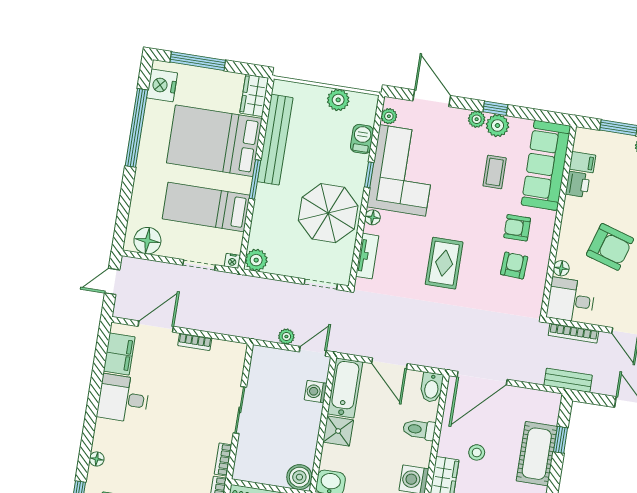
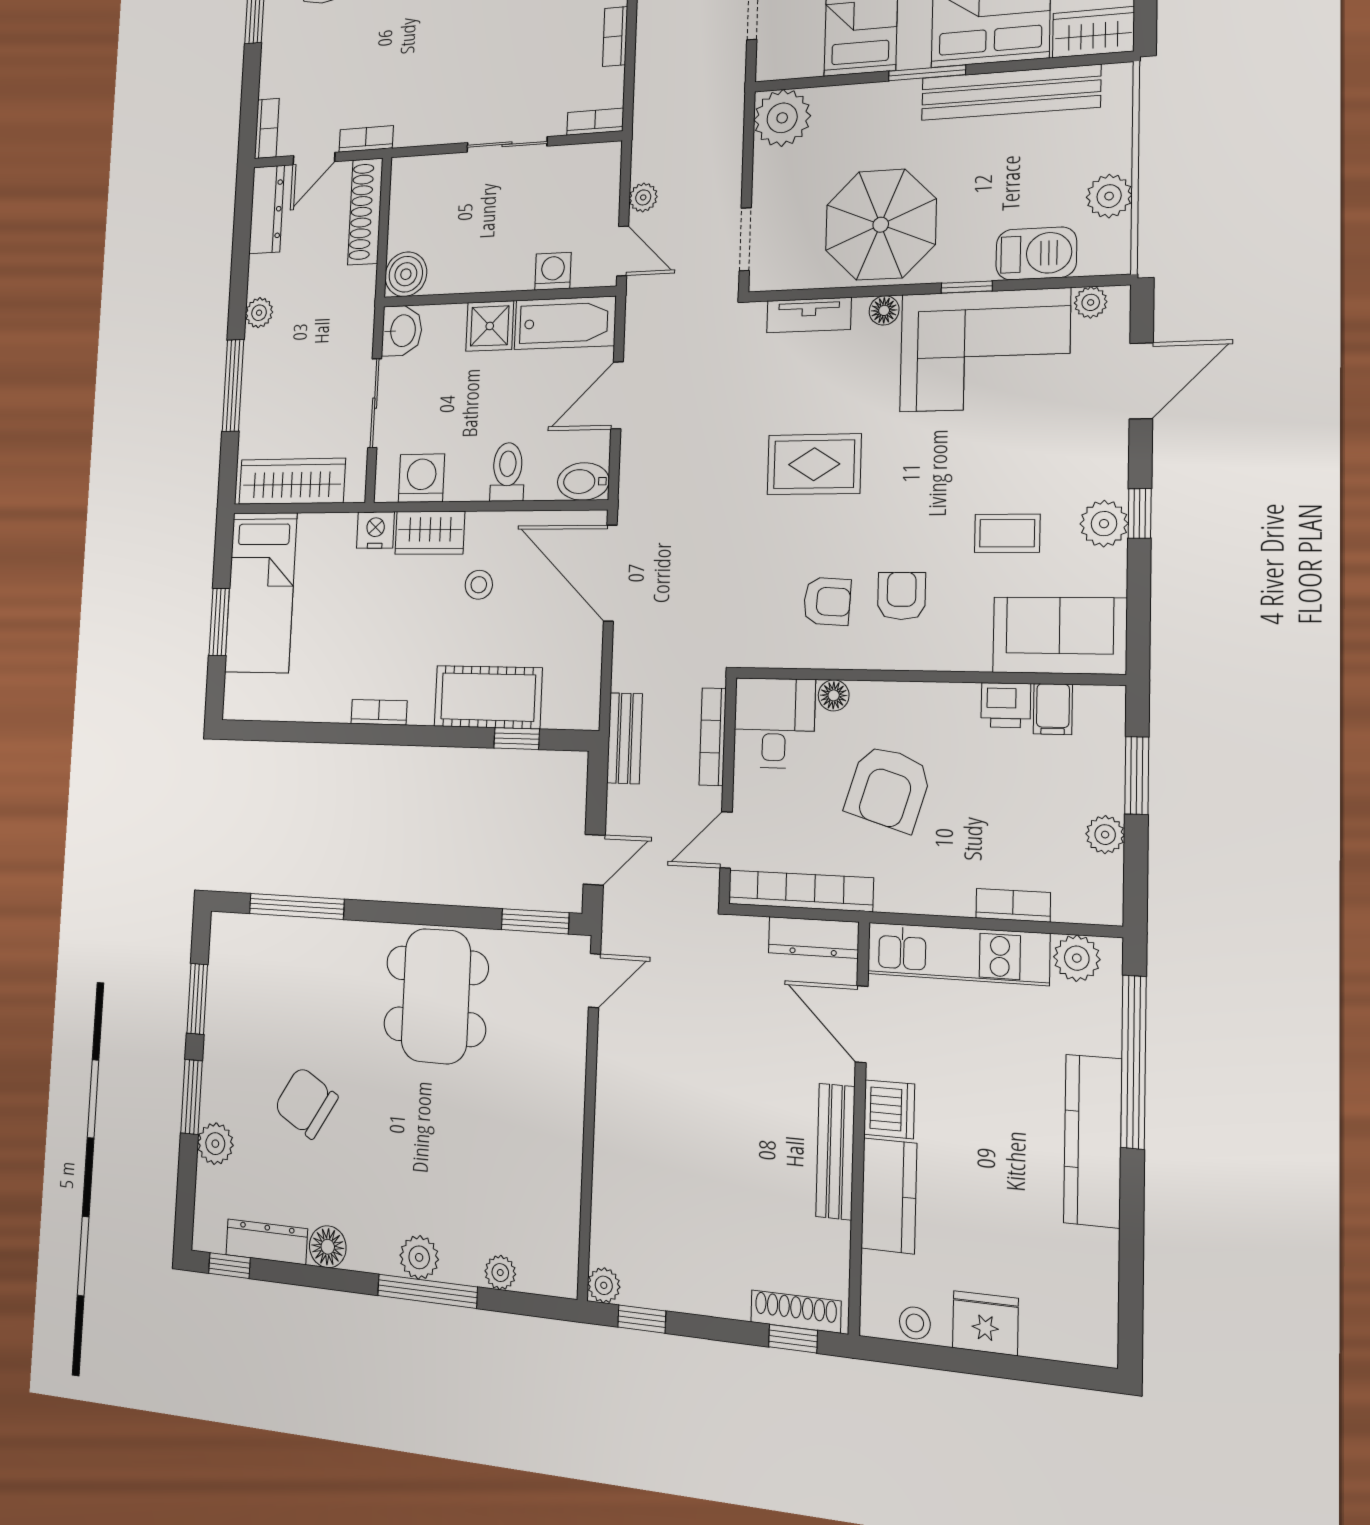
plant: (477, 119) -> (1111, 479), removed
barbecue: (362, 139) -> (1036, 253), width x1.38, depth x1.27
sofa: (546, 165) -> (1060, 635), width x0.73
plant: (256, 260) -> (782, 118), width x1.36, depth x1.36
nightstand: (232, 261) -> (768, 68), removed
bookcase: (223, 460) -> (595, 122), moved

